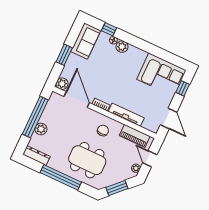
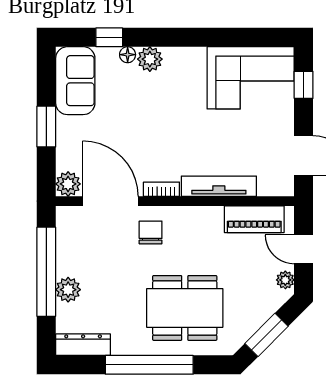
chair: (103, 131) -> (151, 232), moved

